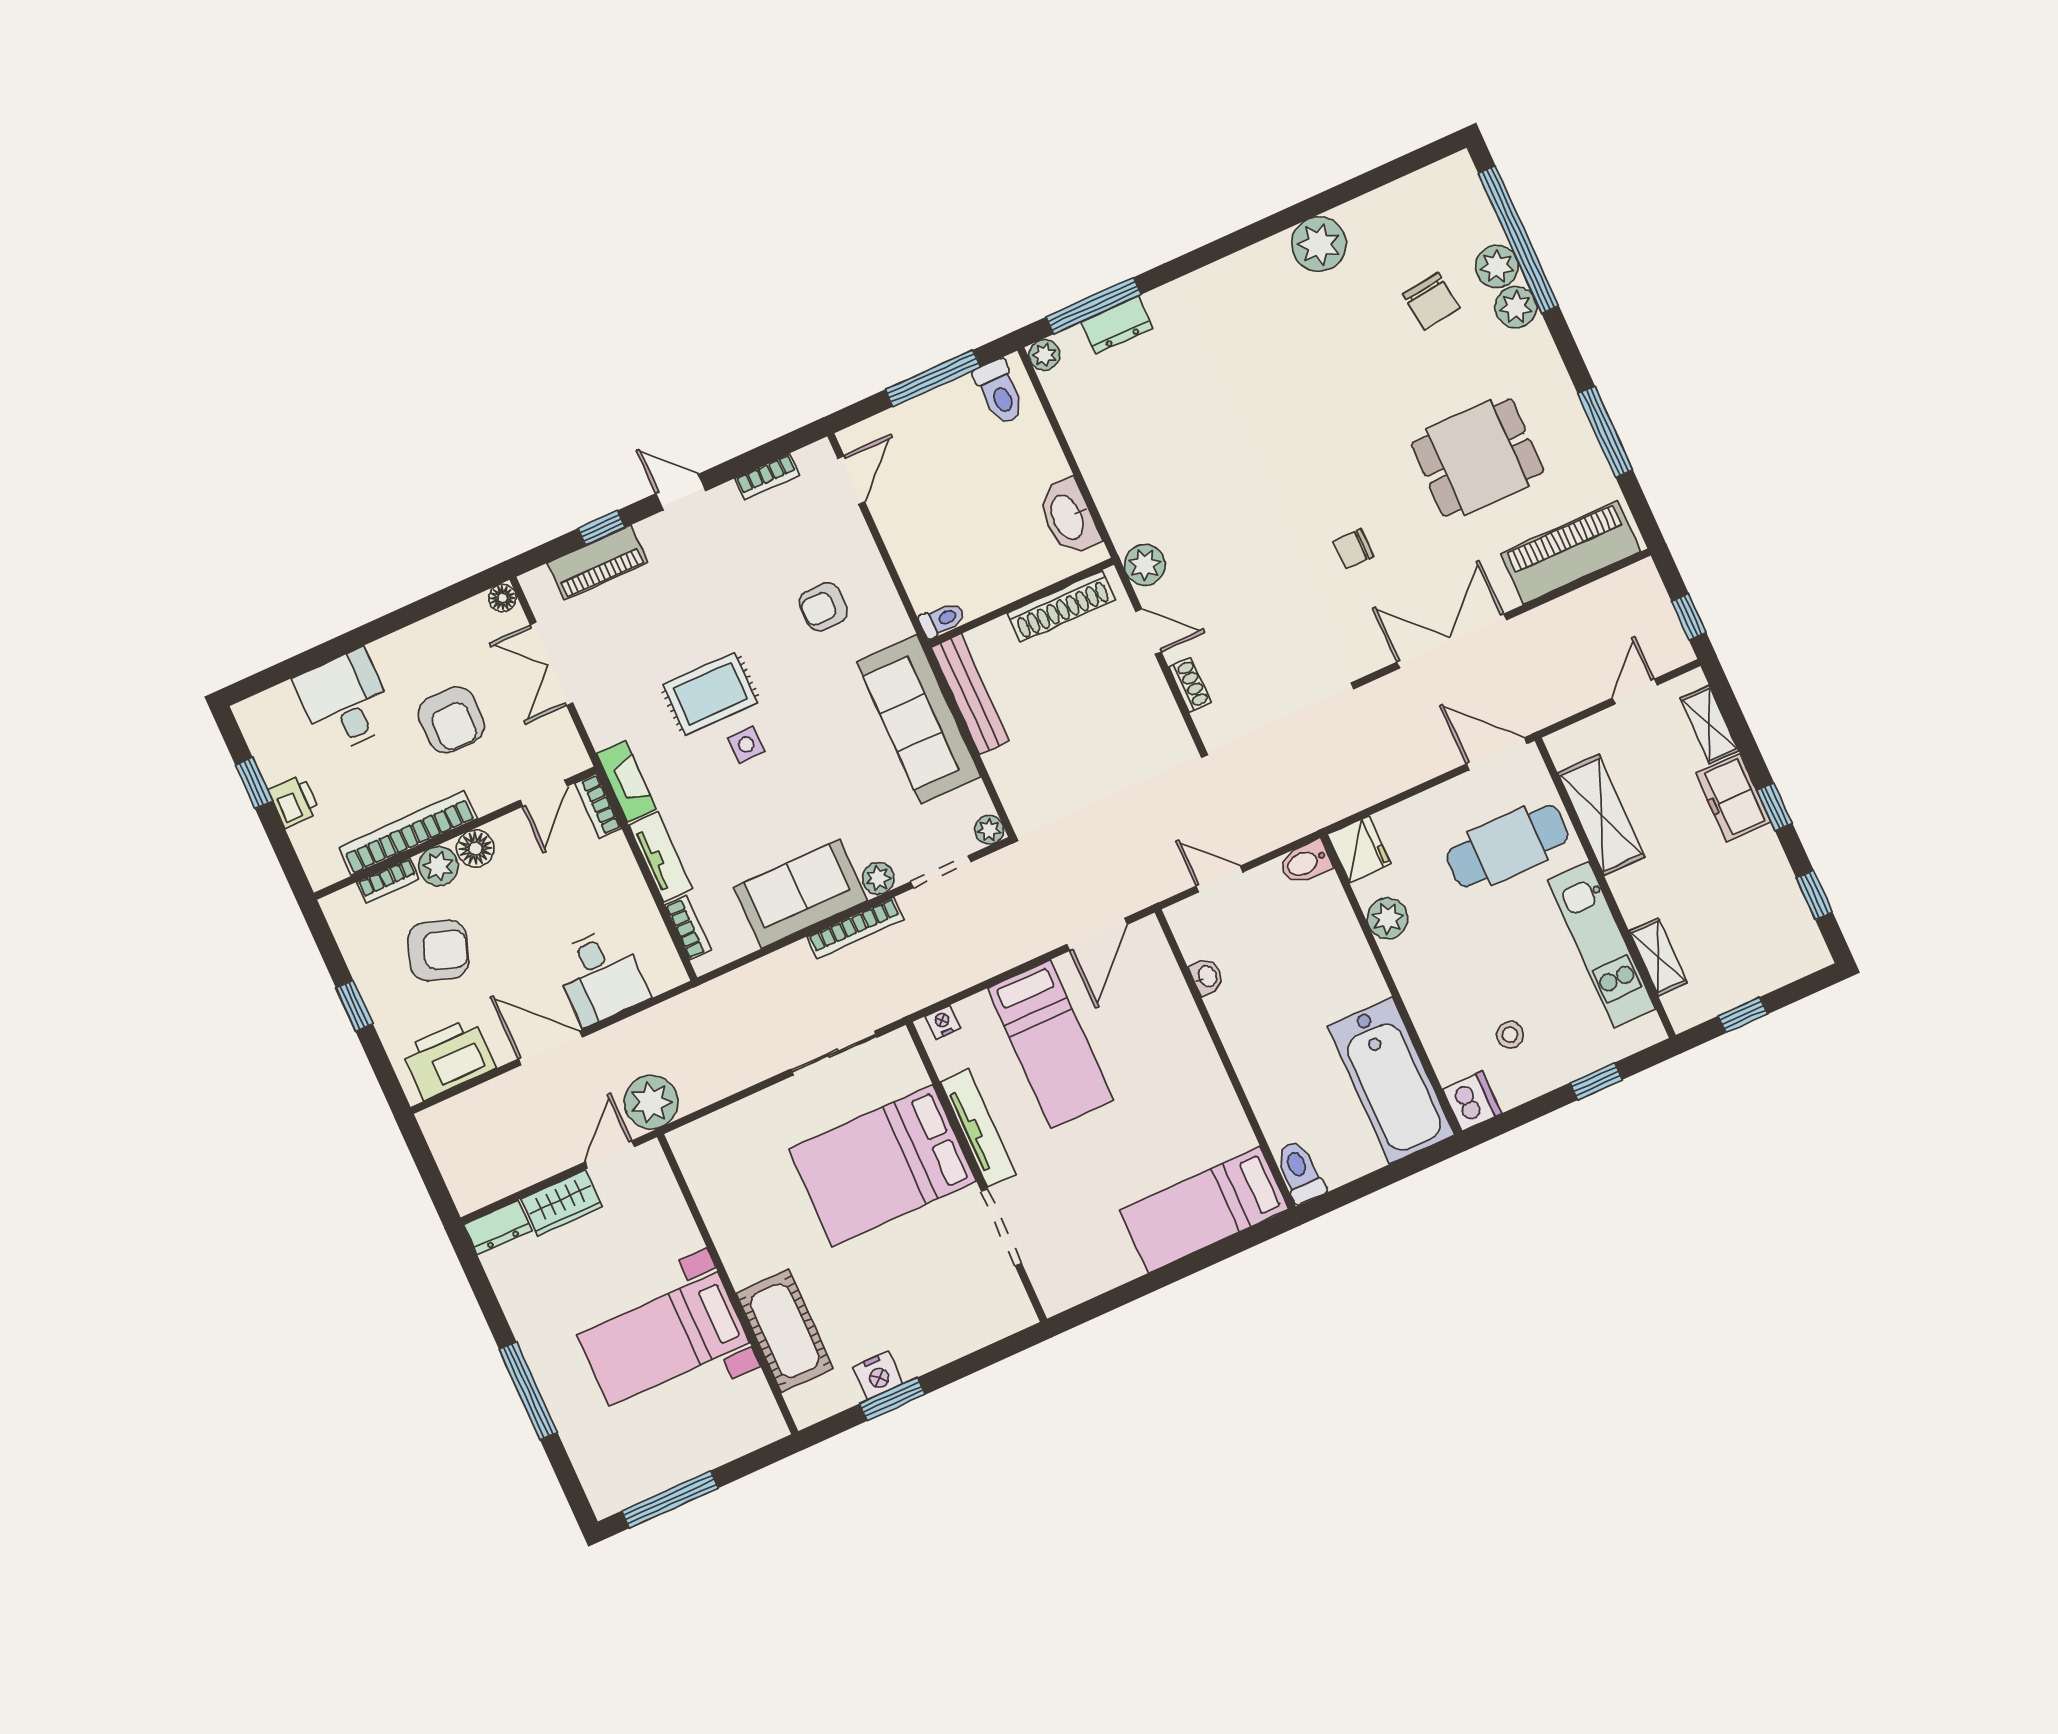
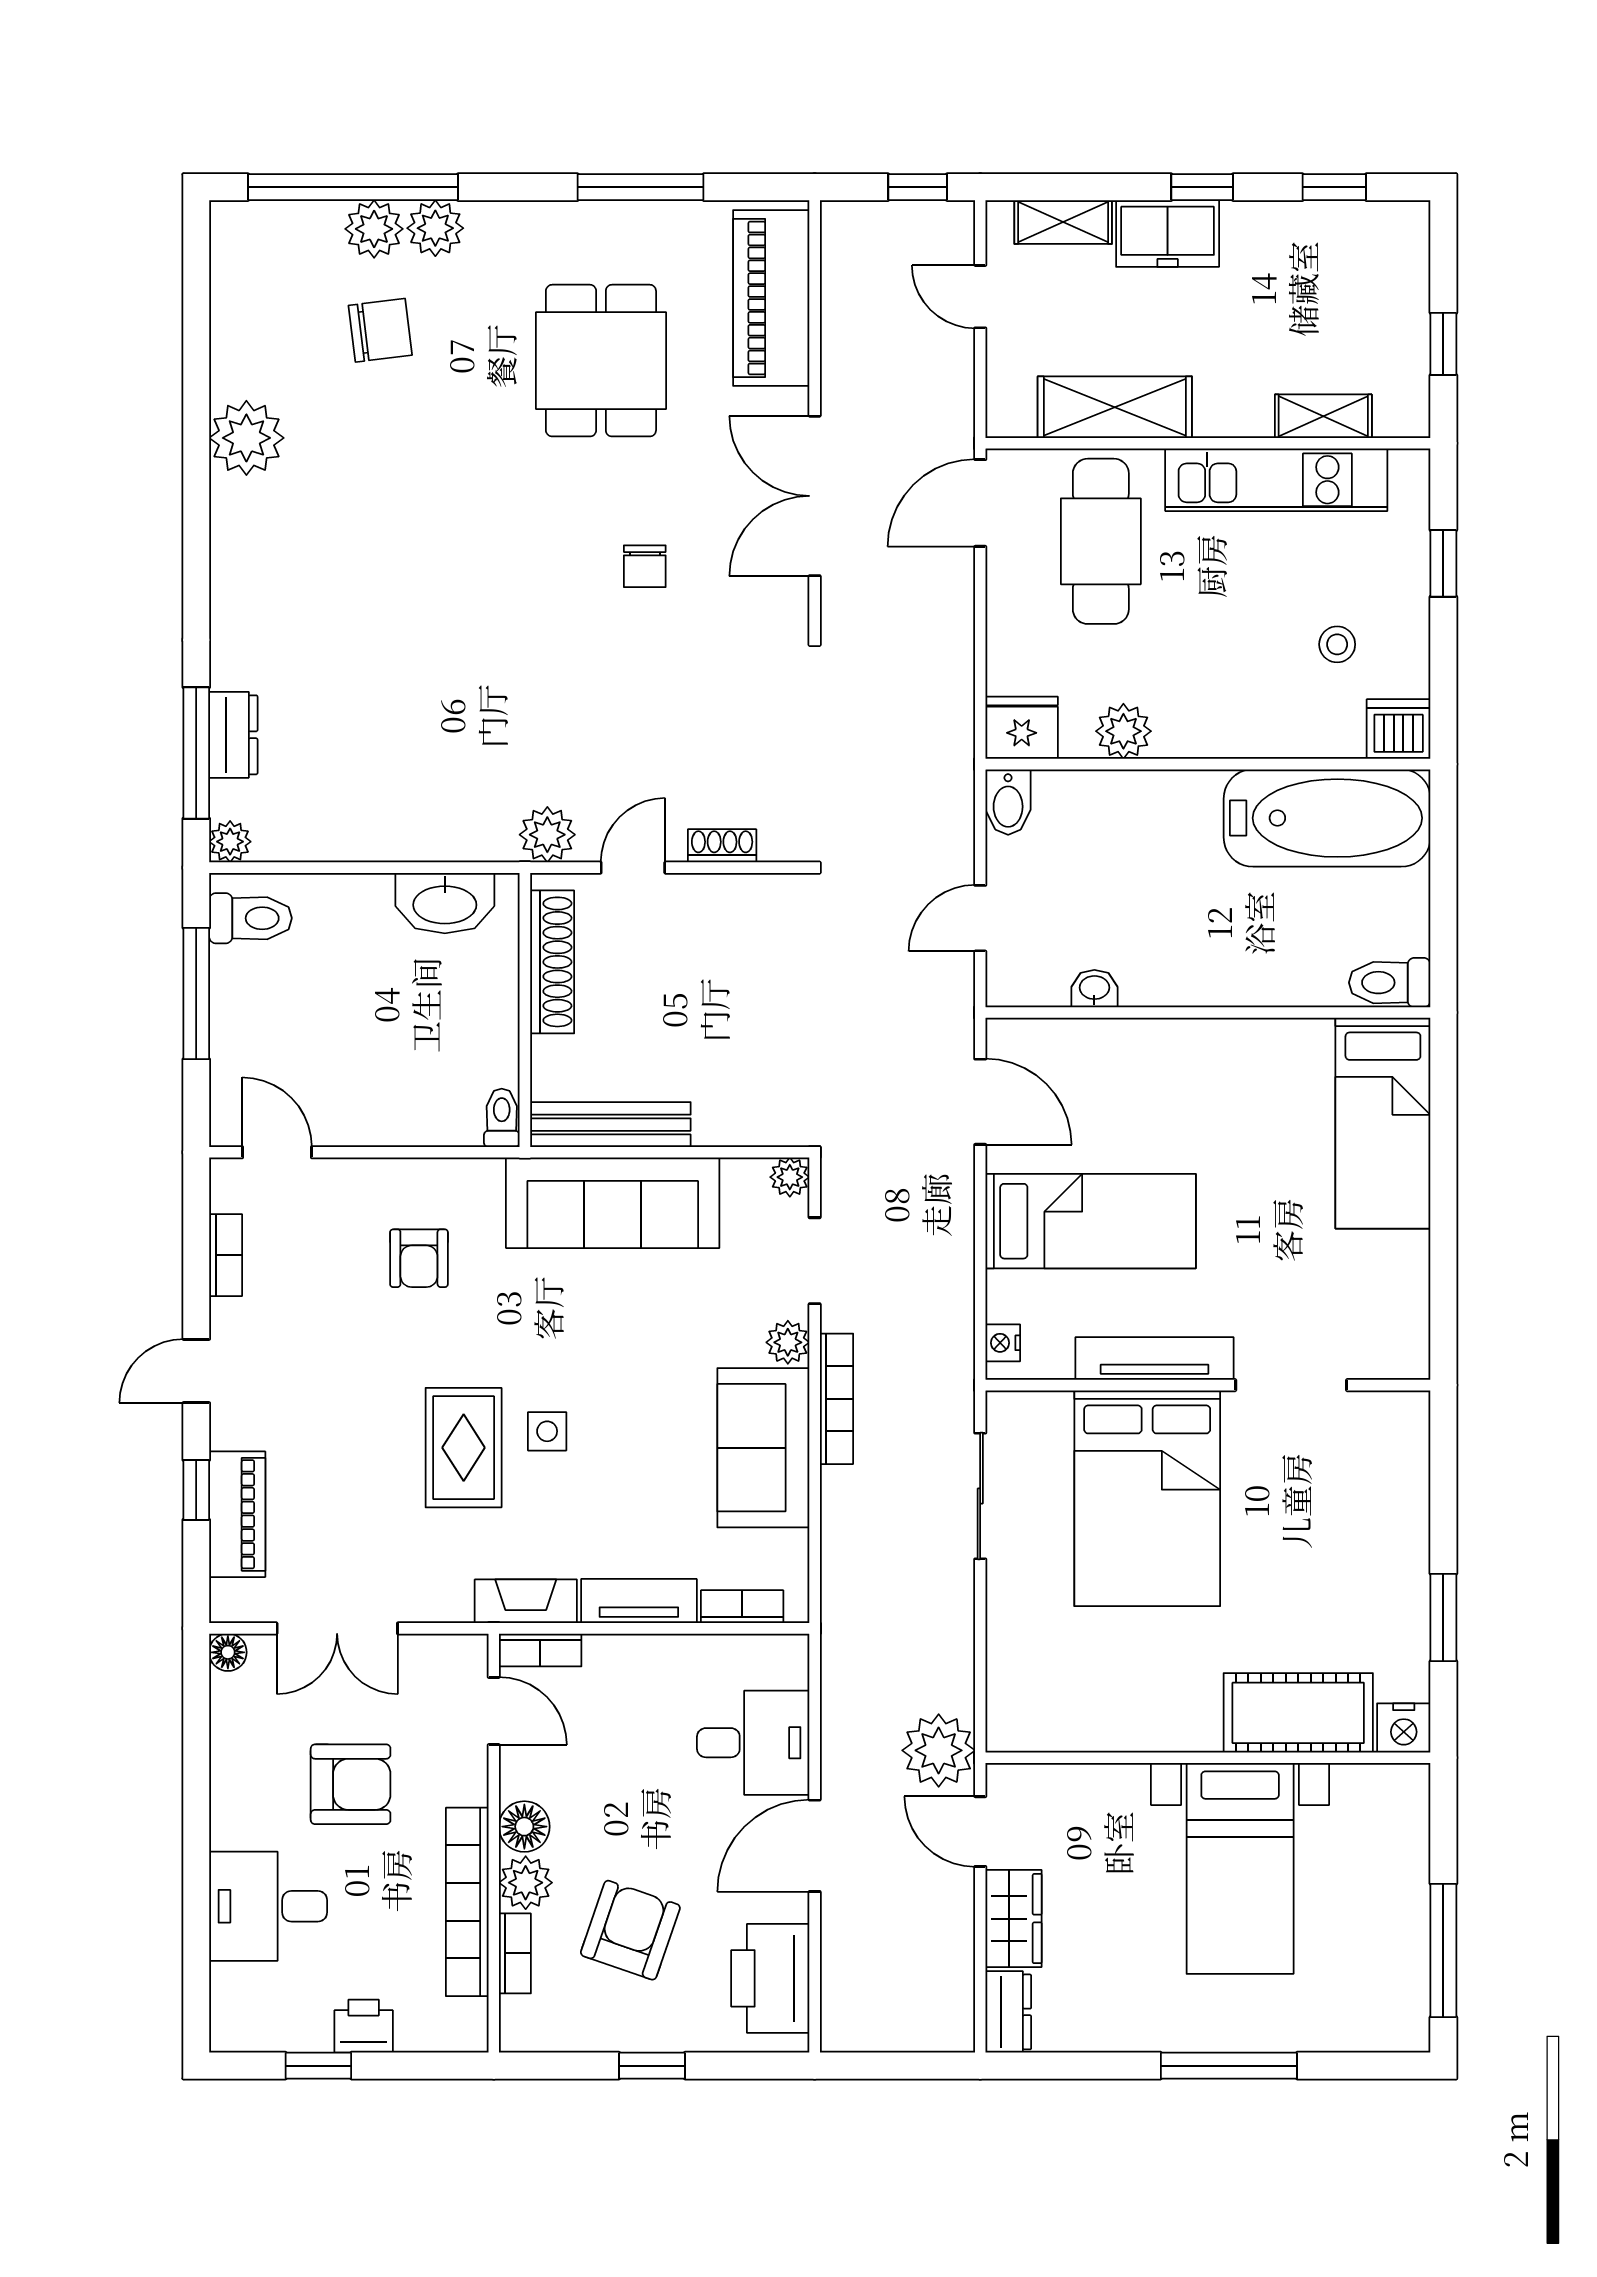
nightstand: (878, 1375) -> (1404, 1728), moved, turned 90

